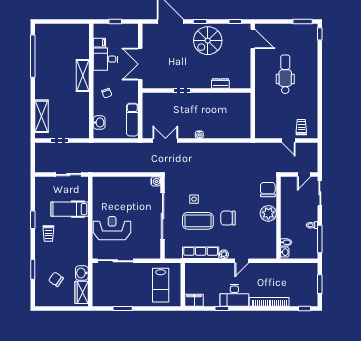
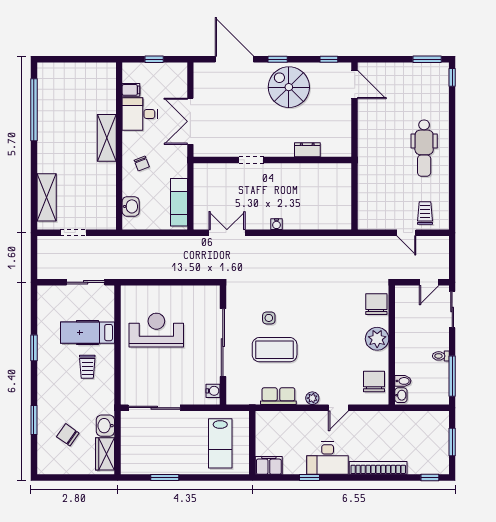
spiral stairs: (208, 41) -> (289, 87), turned 90
dental chair: (285, 74) -> (424, 148), moved, turned 180
water cooler: (156, 181) -> (213, 391), moved
chair: (228, 218) -> (374, 381), moved, turned 90
reception desk: (112, 228) -> (156, 330), moved
trolley: (48, 233) -> (87, 367), moved
row of seats: (201, 253) -> (278, 396), width x0.68

